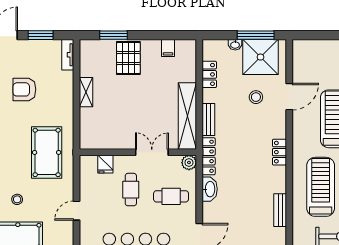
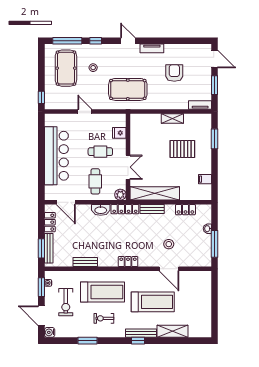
shower: (260, 57) -> (198, 247), removed
pallet: (128, 58) -> (182, 149), moved

